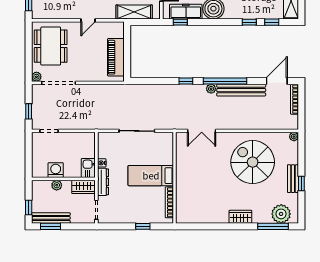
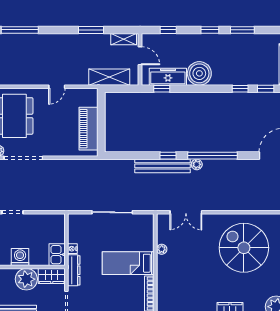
bench: (241, 90) -> (162, 166), moved
plant: (180, 163) -> (162, 249), added
plant: (57, 185) -> (26, 279), width x1.88, depth x1.88

